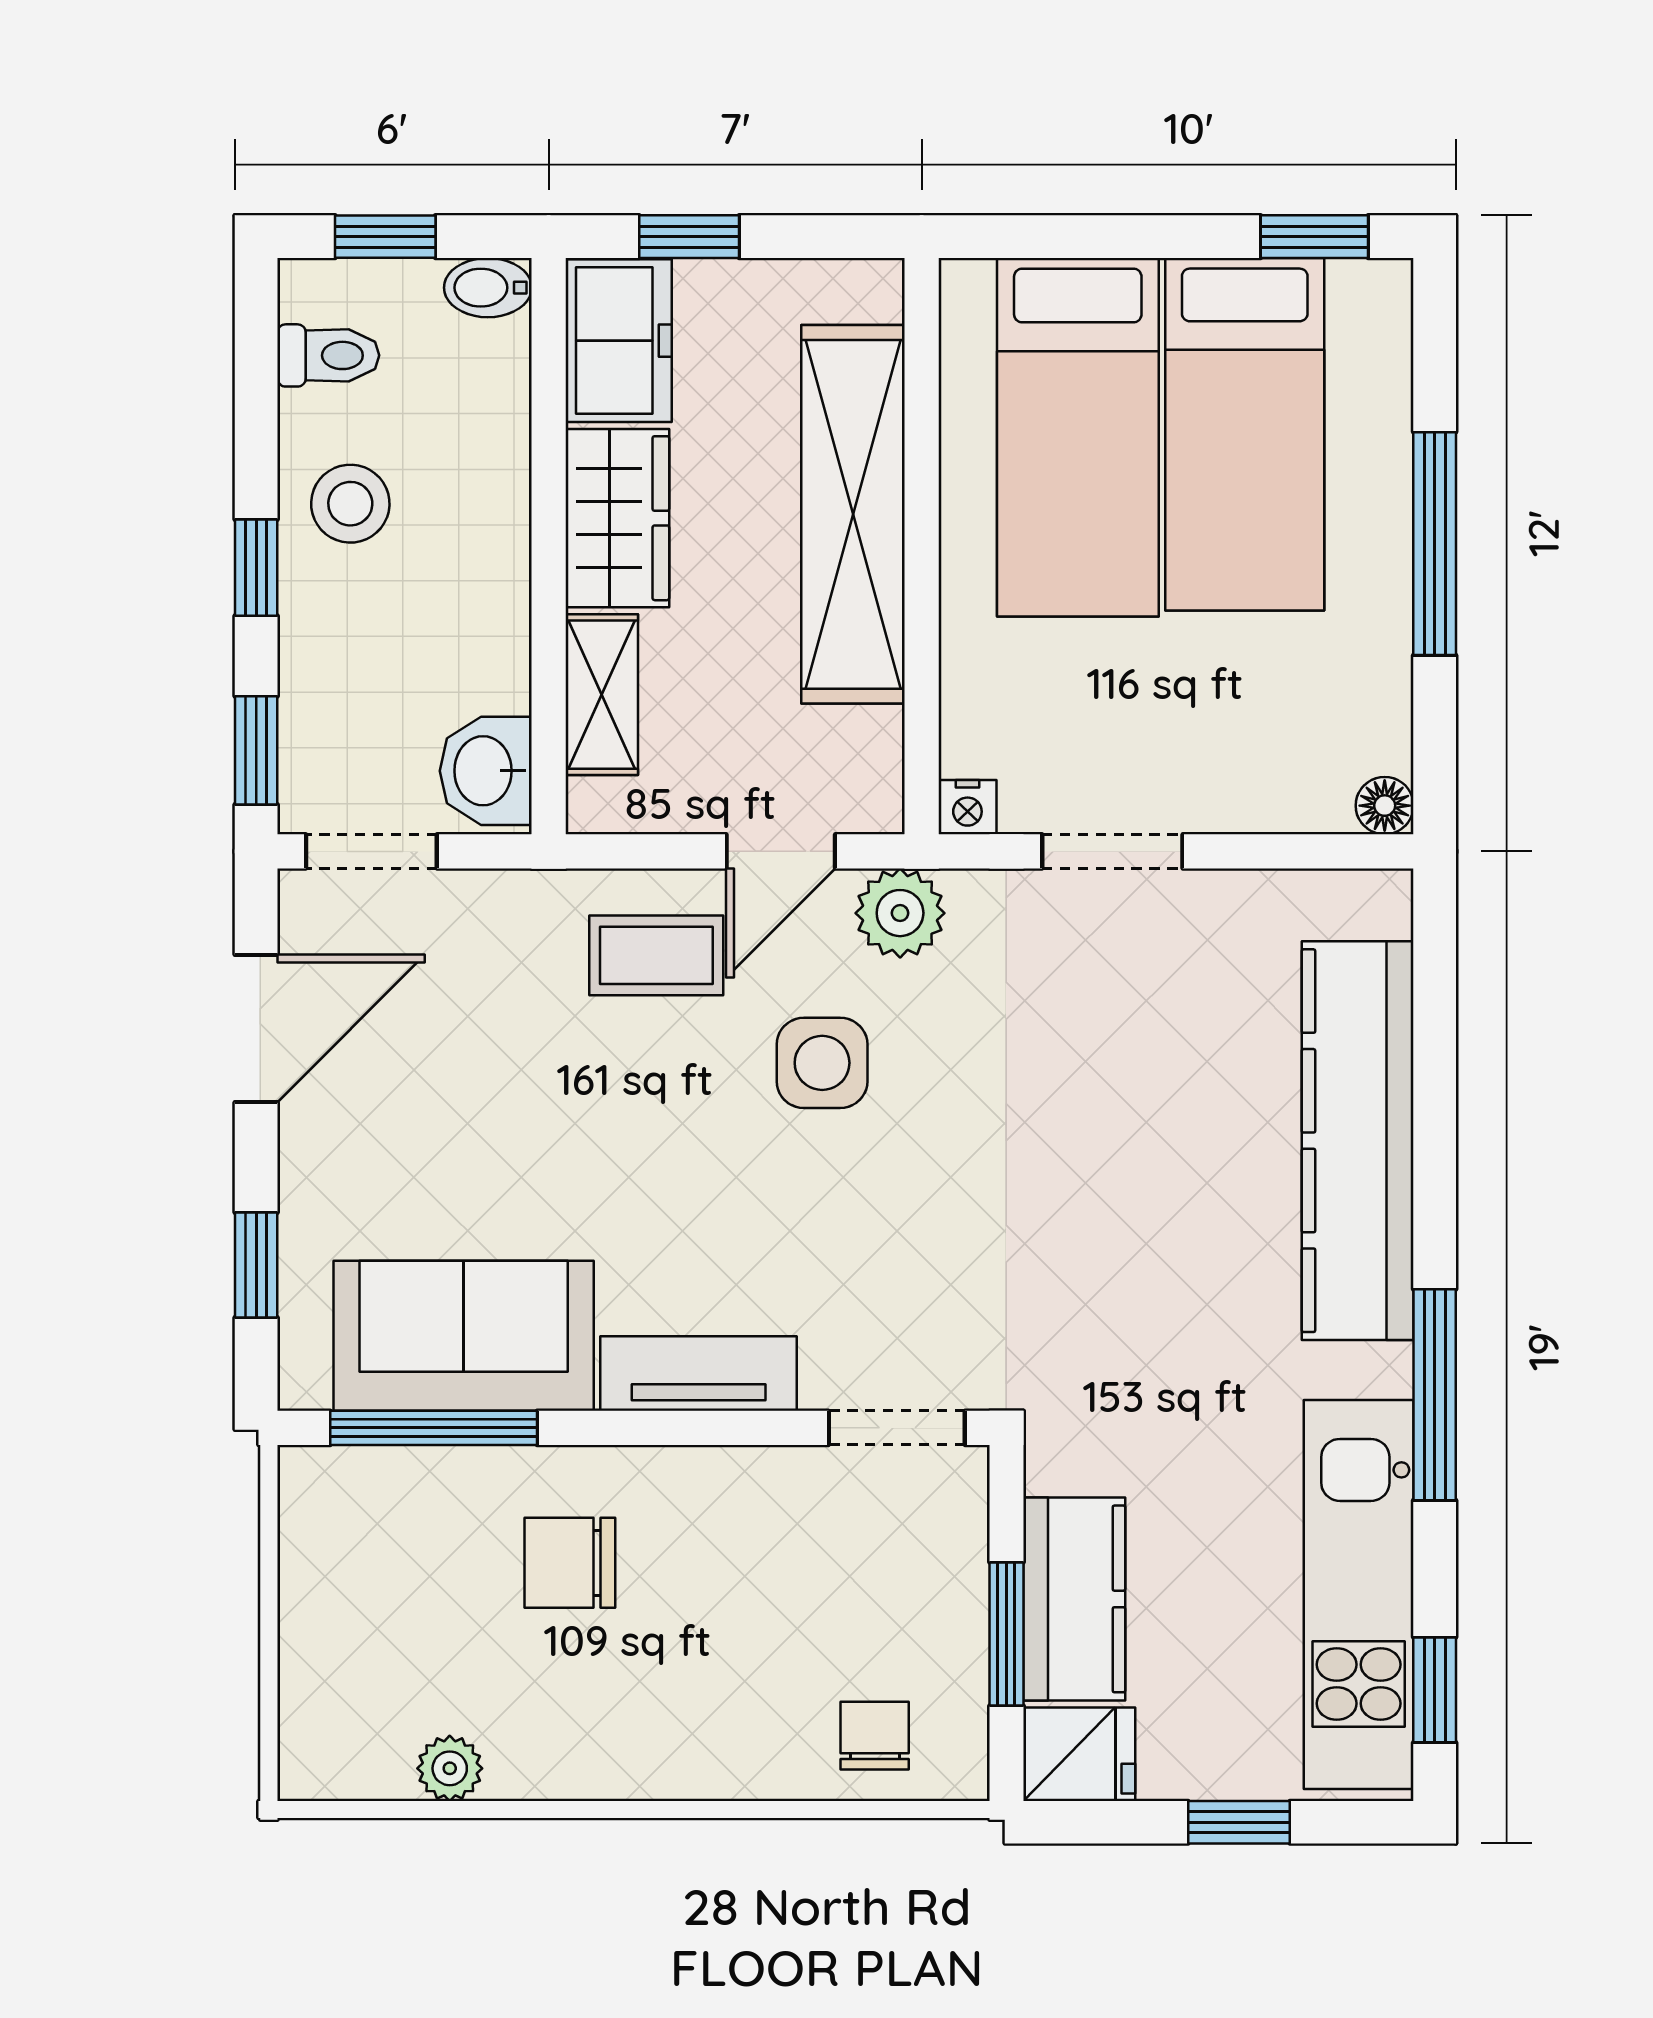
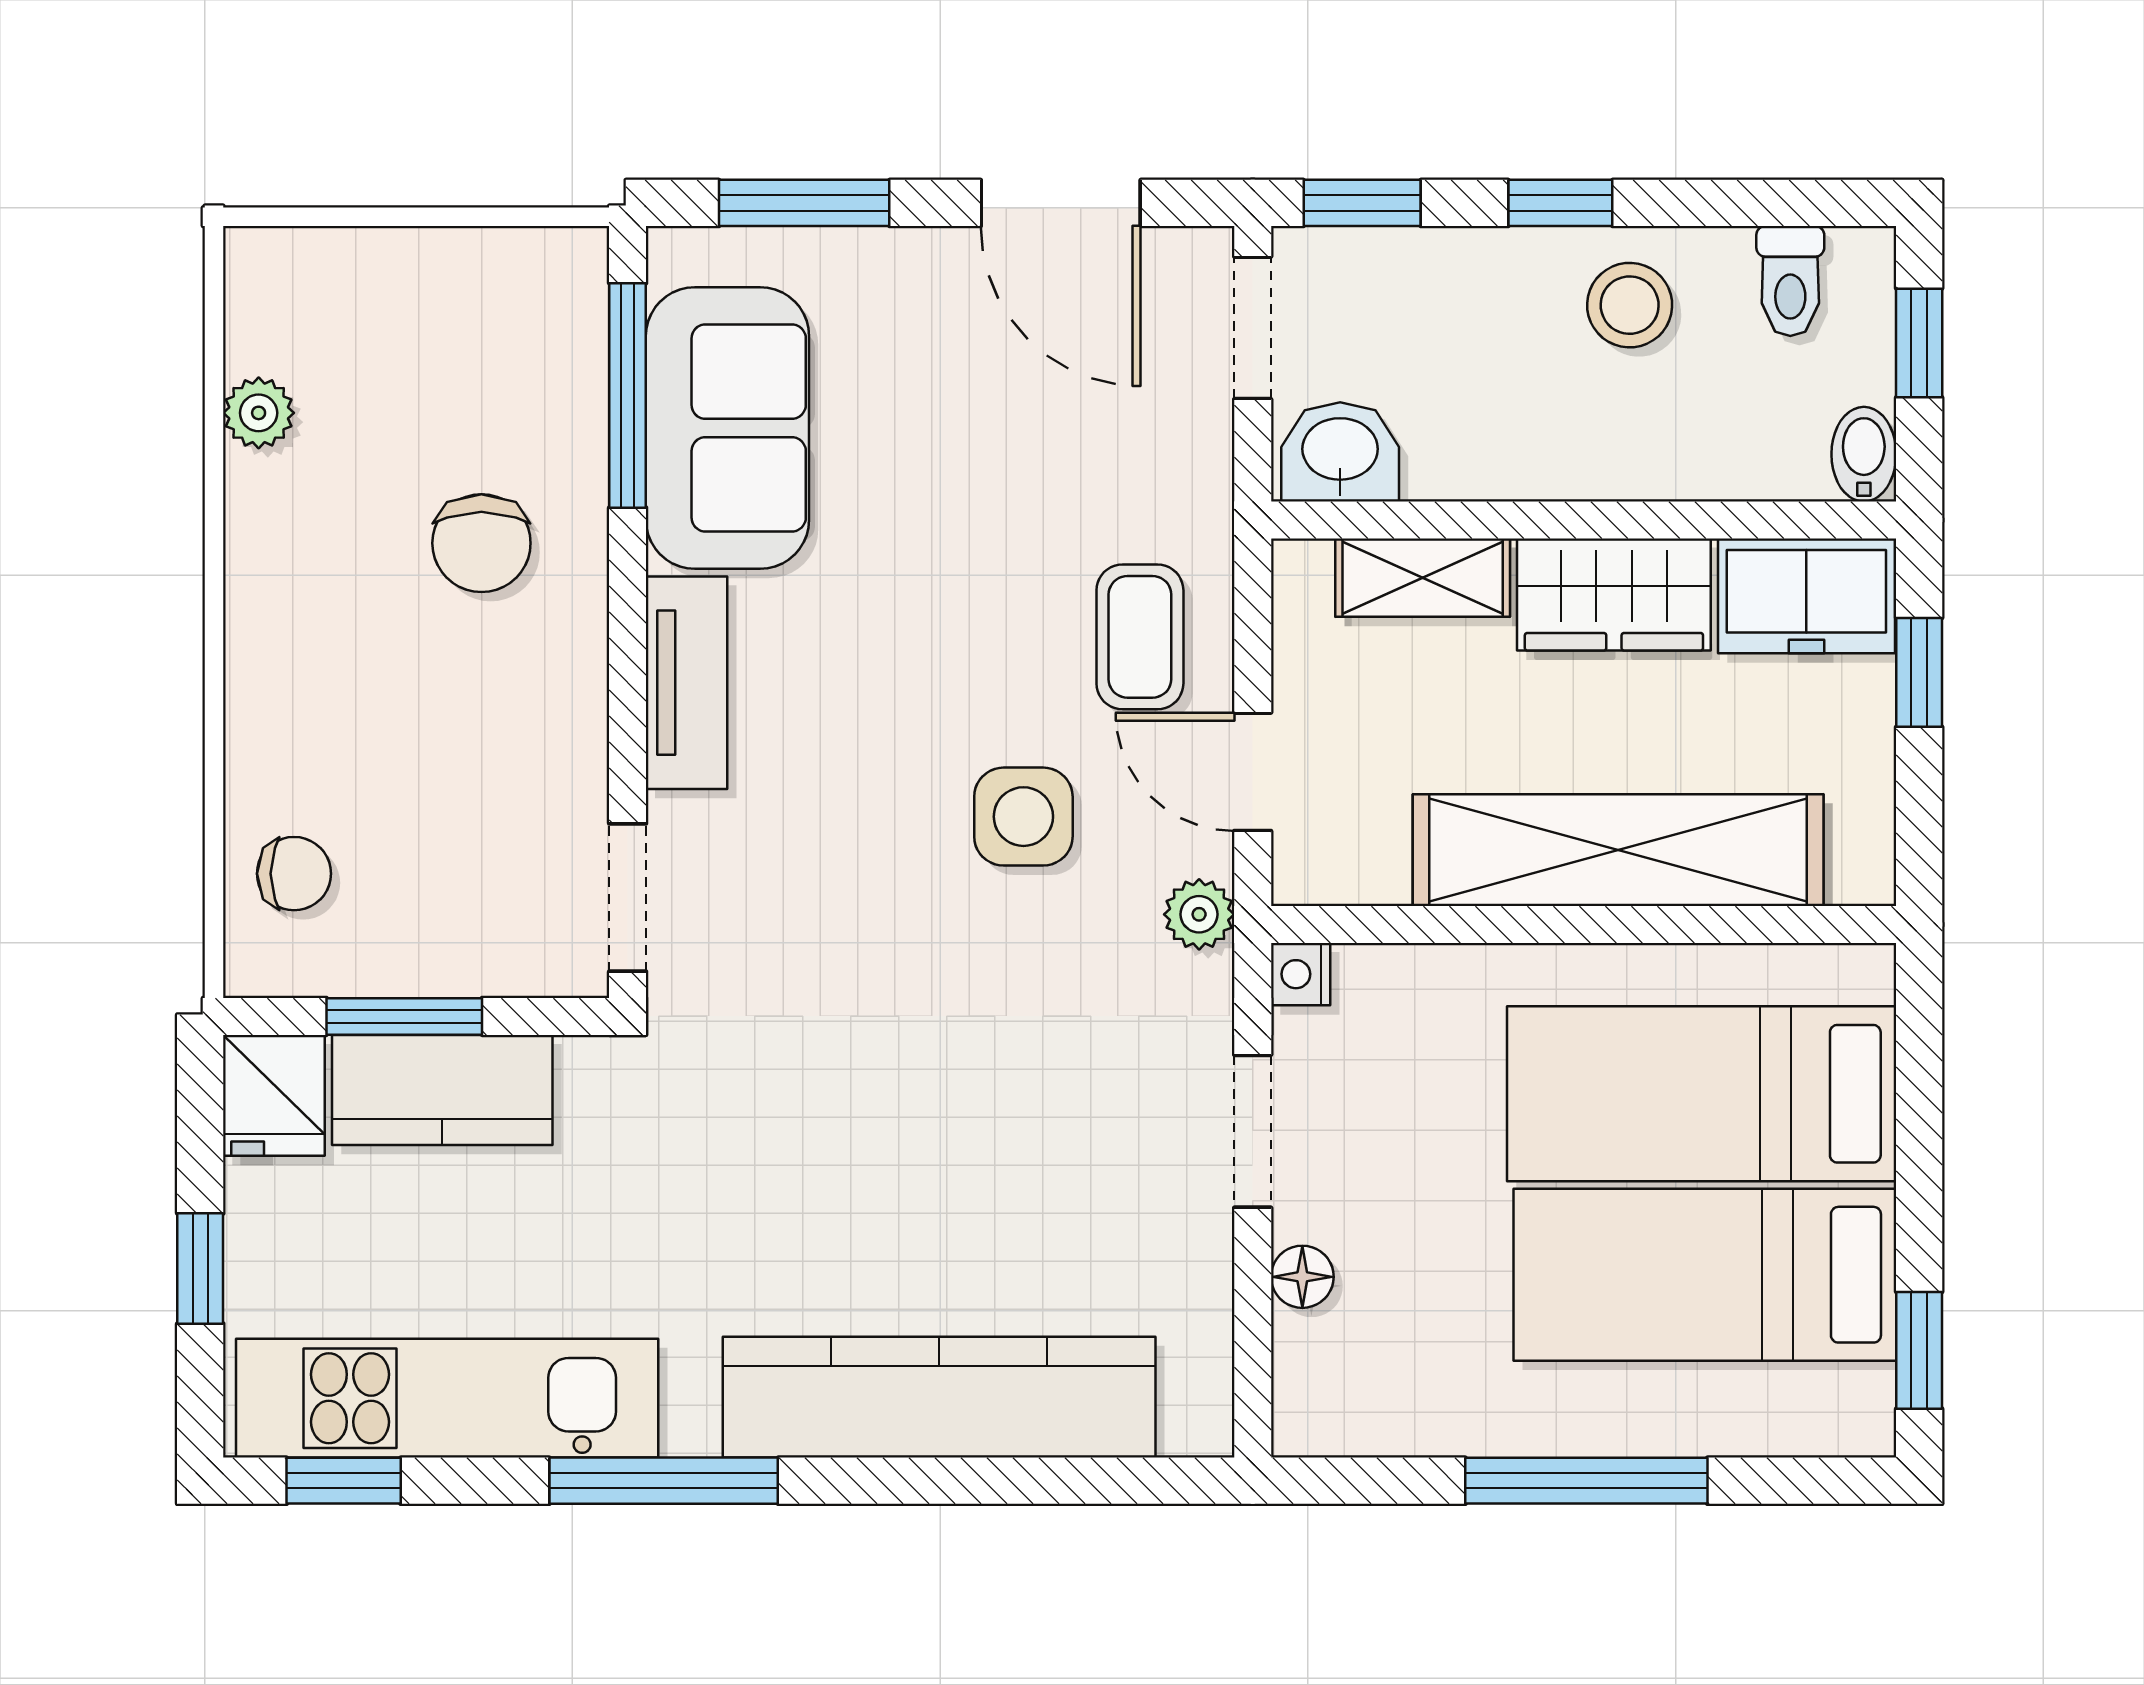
floor lamp: (1385, 806) -> (1302, 1277), moved
plant: (900, 913) -> (1199, 914), width x0.73, depth x0.73
window: (256, 1265) -> (804, 203), width x1.50
chair: (570, 1563) -> (481, 543), turned 180

